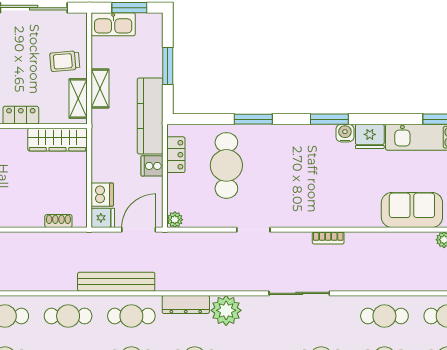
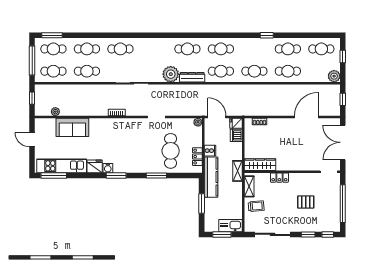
shelving: (100, 88) -> (237, 171), moved
door: (139, 230) -> (217, 117), swing flipped
bench: (116, 282) -> (229, 89), removed

